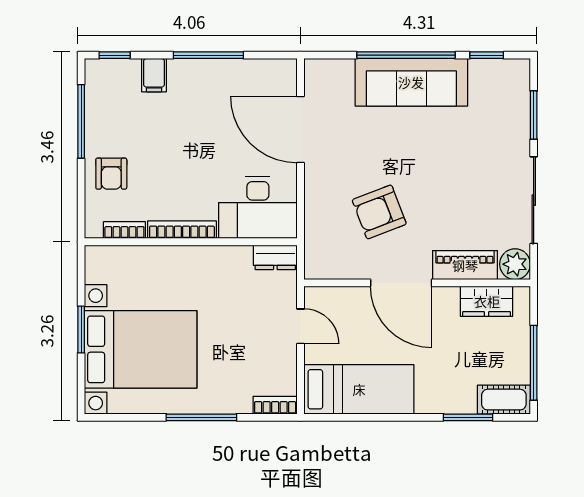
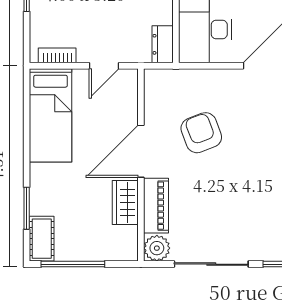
wardrobe: (487, 301) -> (125, 202), moved
bookcase: (275, 405) -> (57, 55), moved, turned -90

